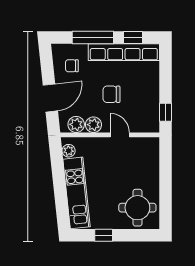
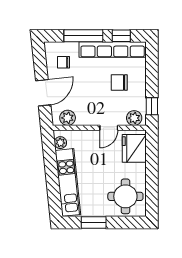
chair: (111, 94) -> (119, 83), moved
plant: (93, 125) -> (134, 118), moved
door: (120, 135) -> (109, 128), swing flipped
fridge: (147, 157) -> (134, 148), added
window: (104, 235) -> (94, 222), width x1.50

